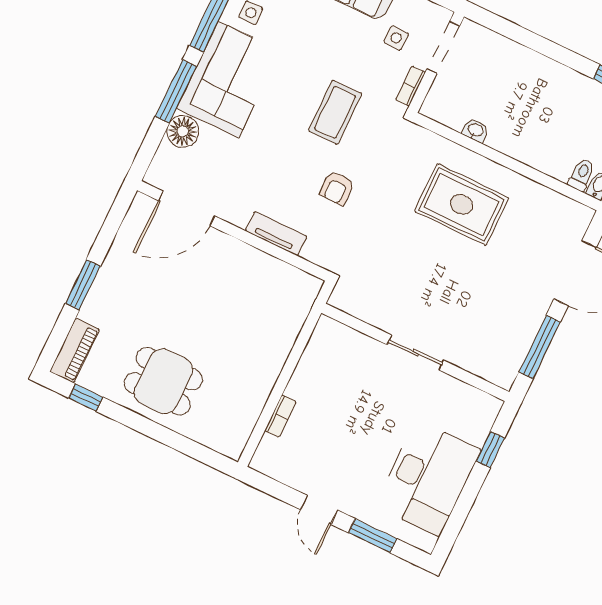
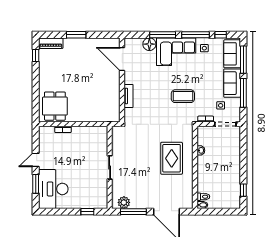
armchair: (337, 188) -> (156, 110), removed
plant: (509, 358) -> (124, 202), added
dining table: (163, 381) -> (55, 106), moved
desk: (428, 478) -> (53, 189), moved, turned 90

